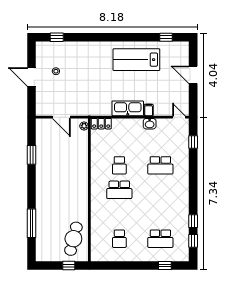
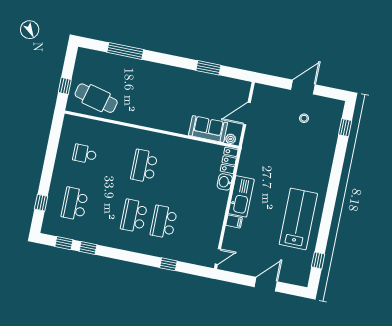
washbasin: (150, 124) -> (225, 182), moved
window: (193, 142) -> (168, 264), moved
sofa: (80, 145) -> (208, 129), added
school desk: (119, 165) -> (134, 216), moved, width x1.85

